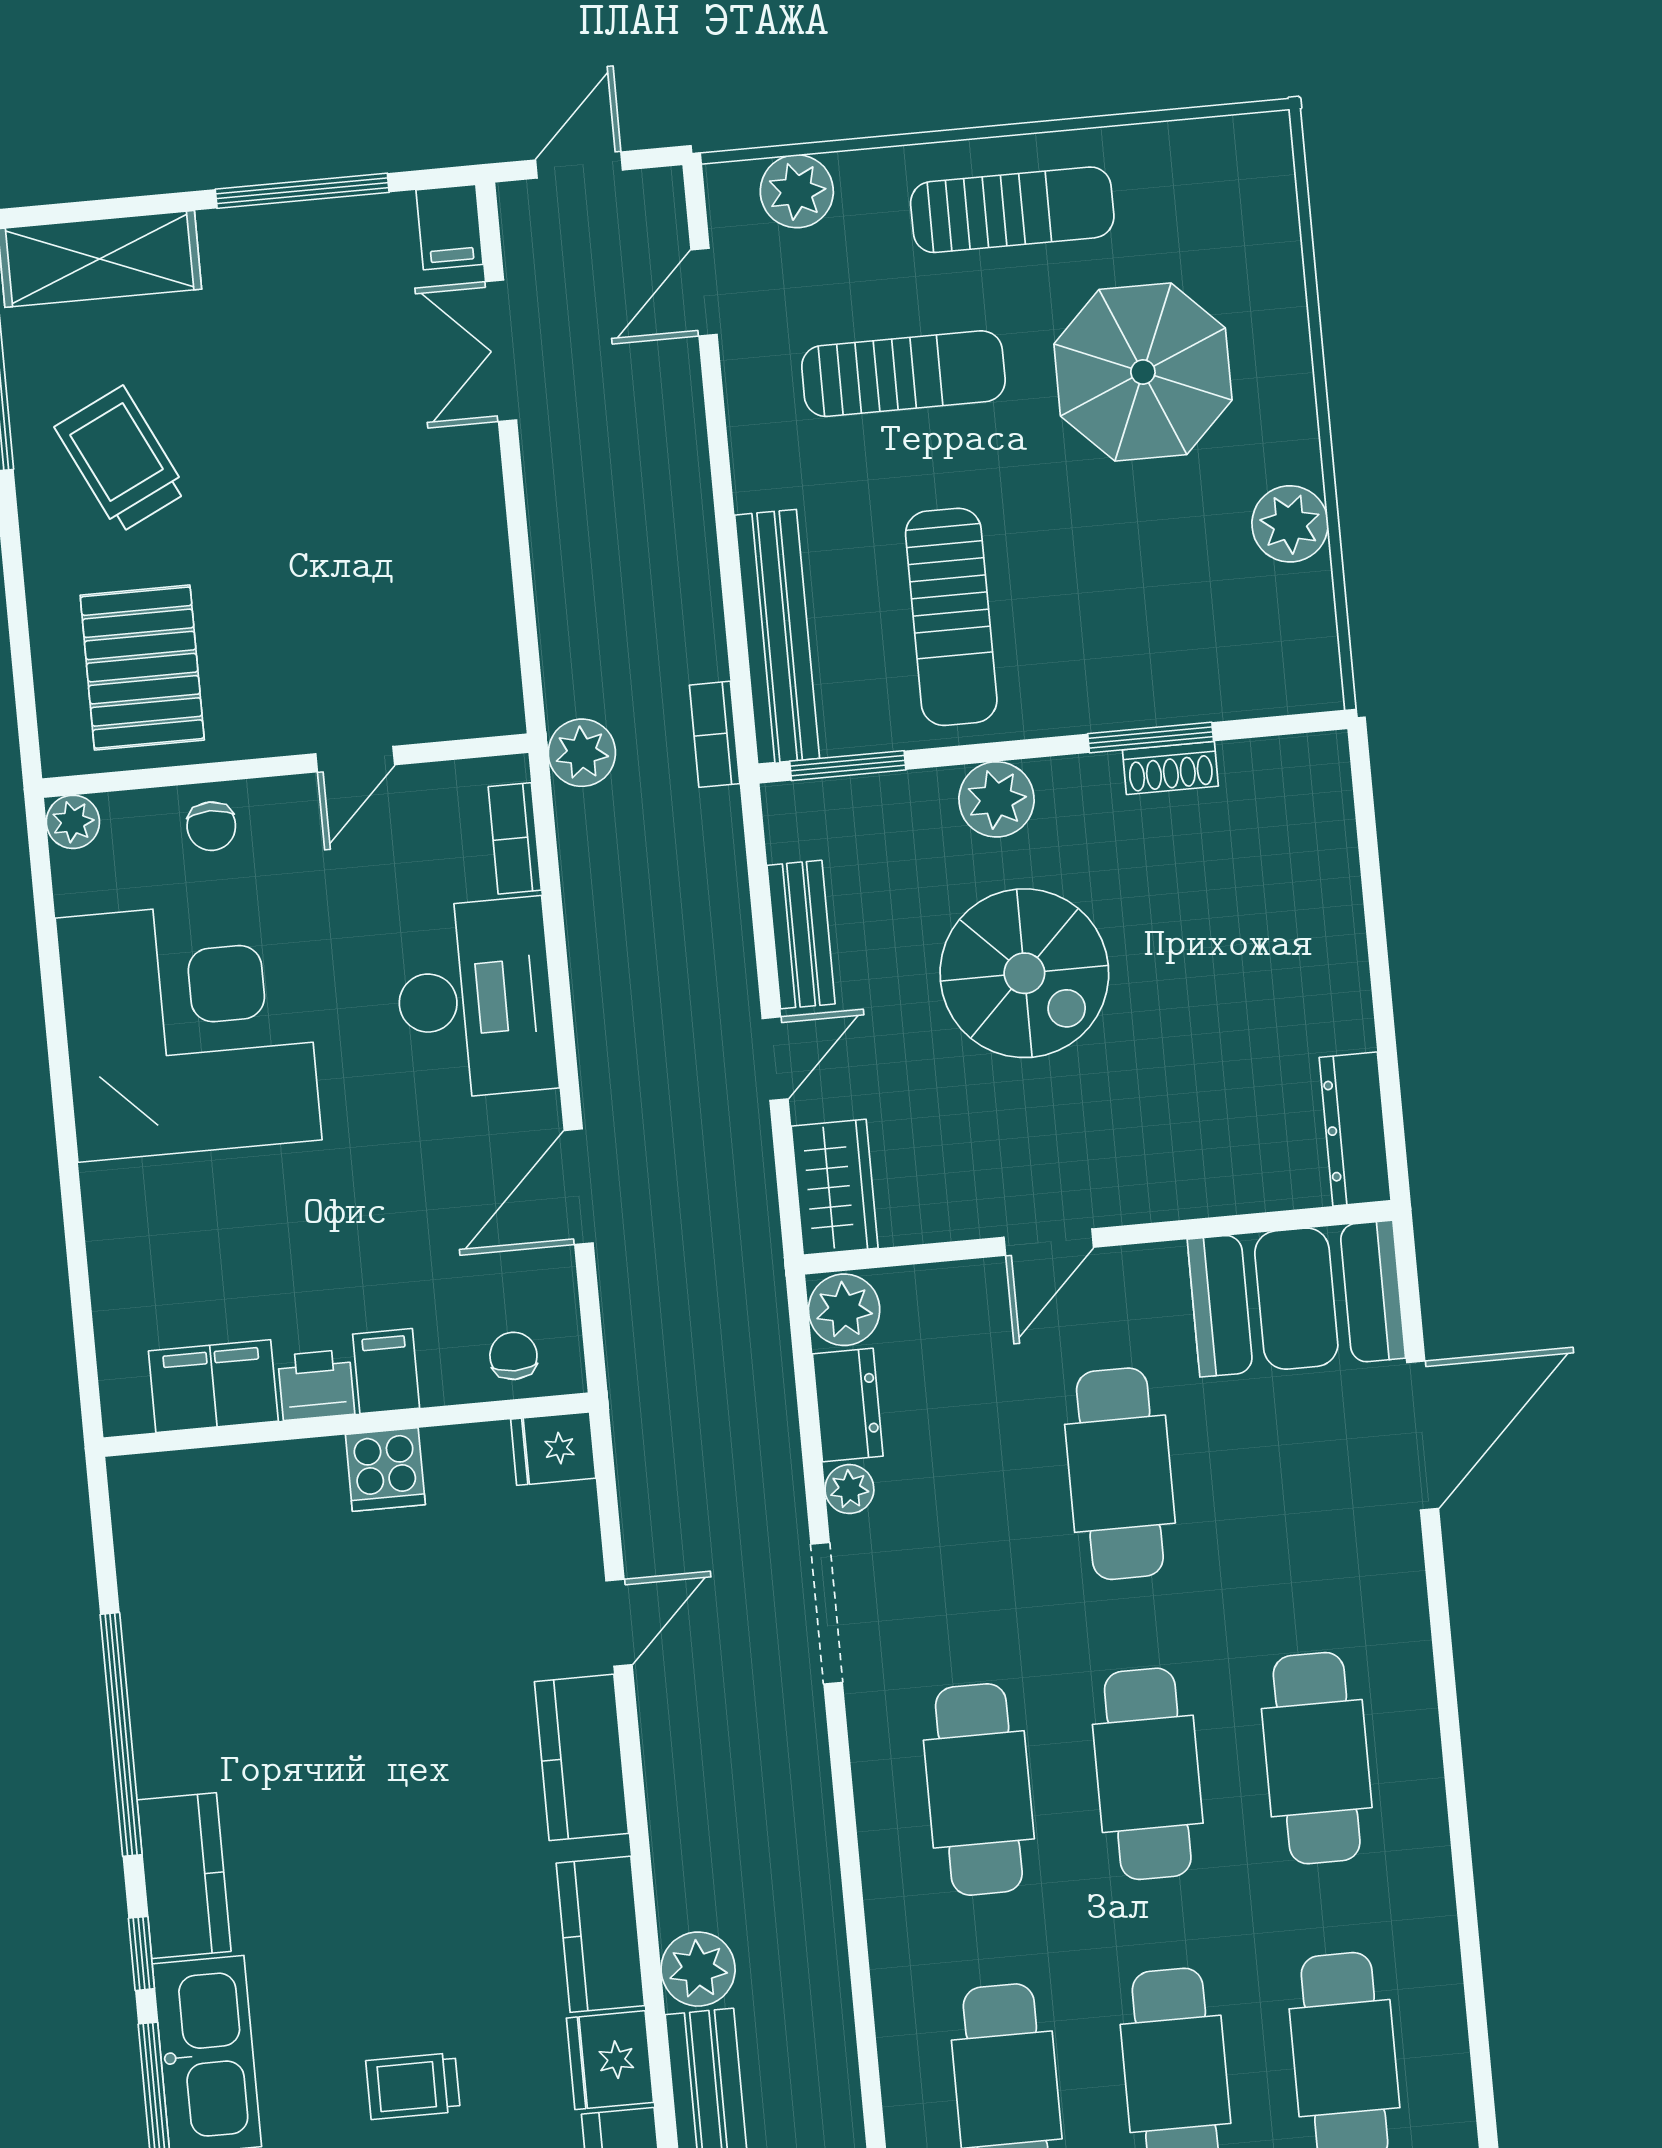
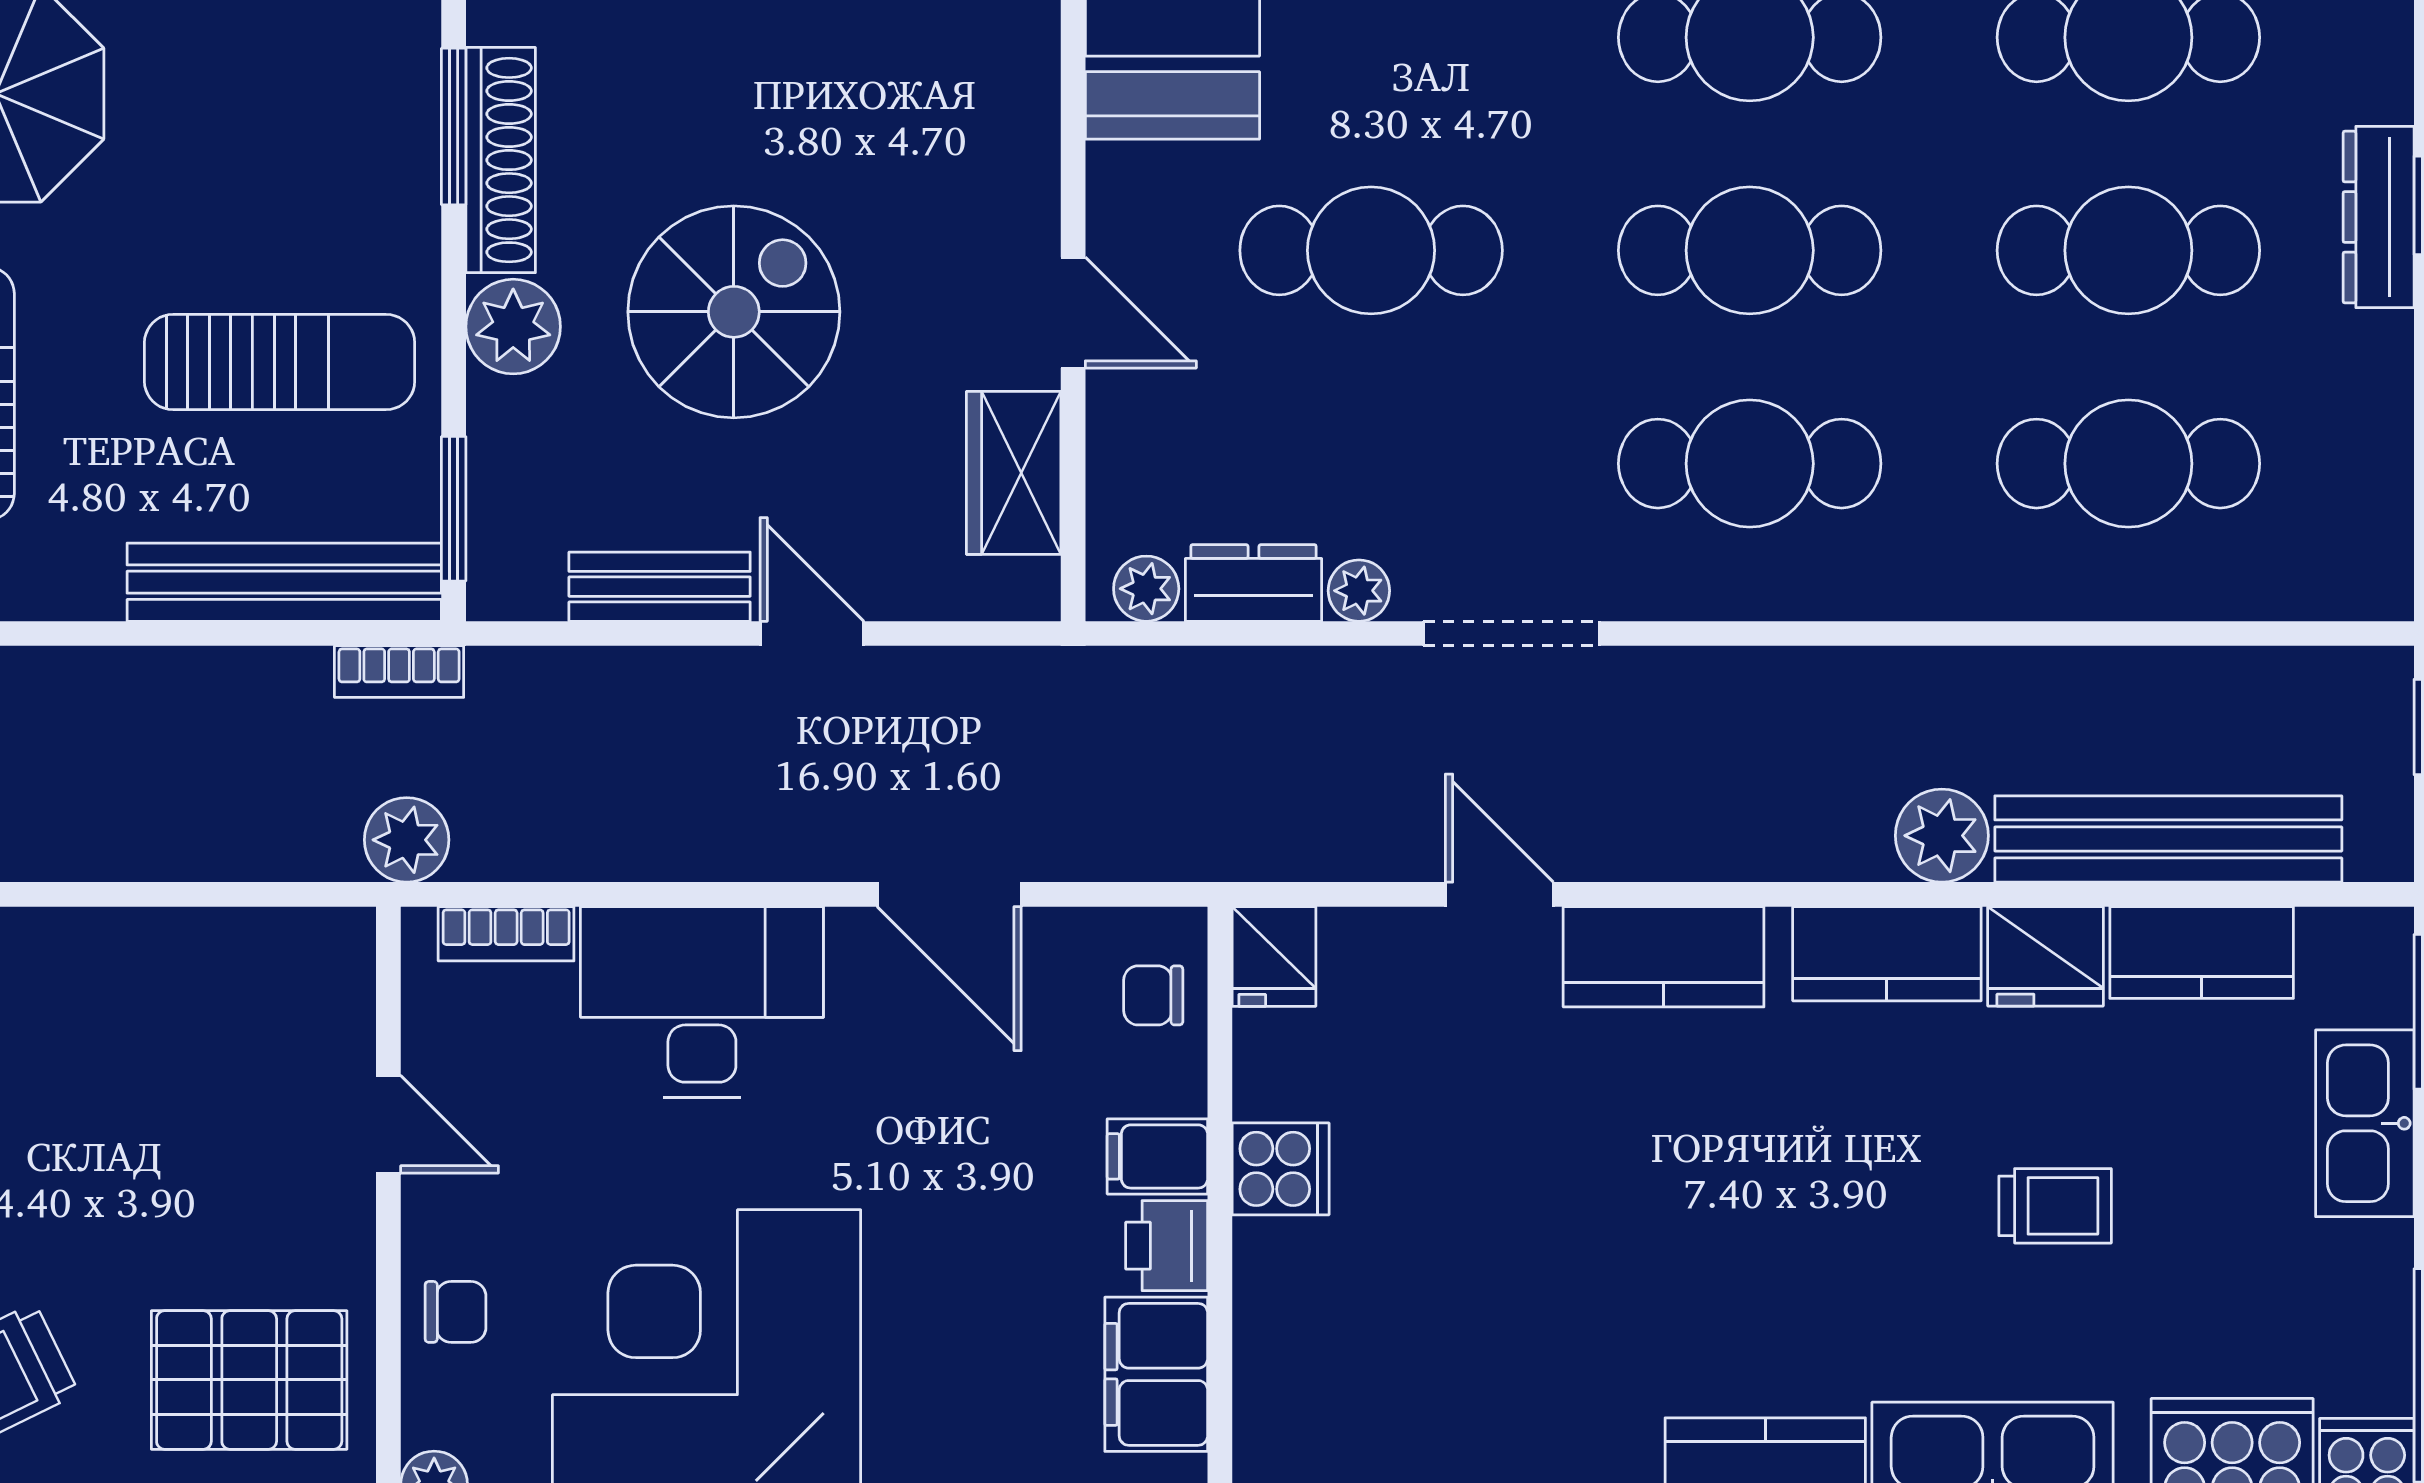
shoe rack: (1170, 768) -> (501, 160), width x1.94, depth x1.24
wardrobe: (835, 1187) -> (1014, 473), moved, turned -90
plant: (844, 1310) -> (1146, 589), width x0.73, depth x0.73
trolley: (413, 2086) -> (2055, 1206), turned -90

